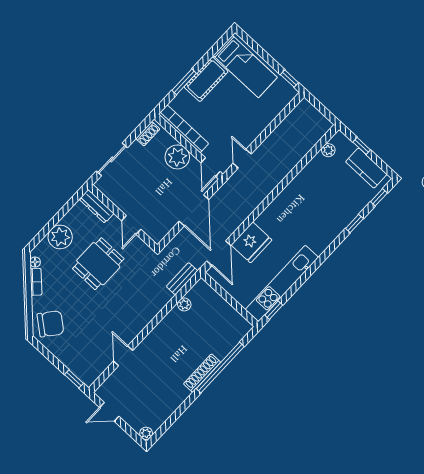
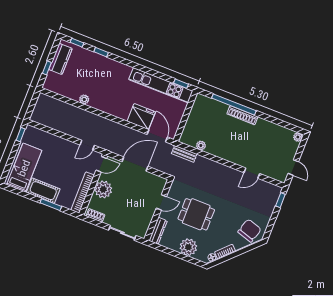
plant: (328, 150) -> (84, 99), moved
door: (219, 253) -> (157, 136), hinge flipped
chair: (50, 324) -> (250, 231), turned 68

